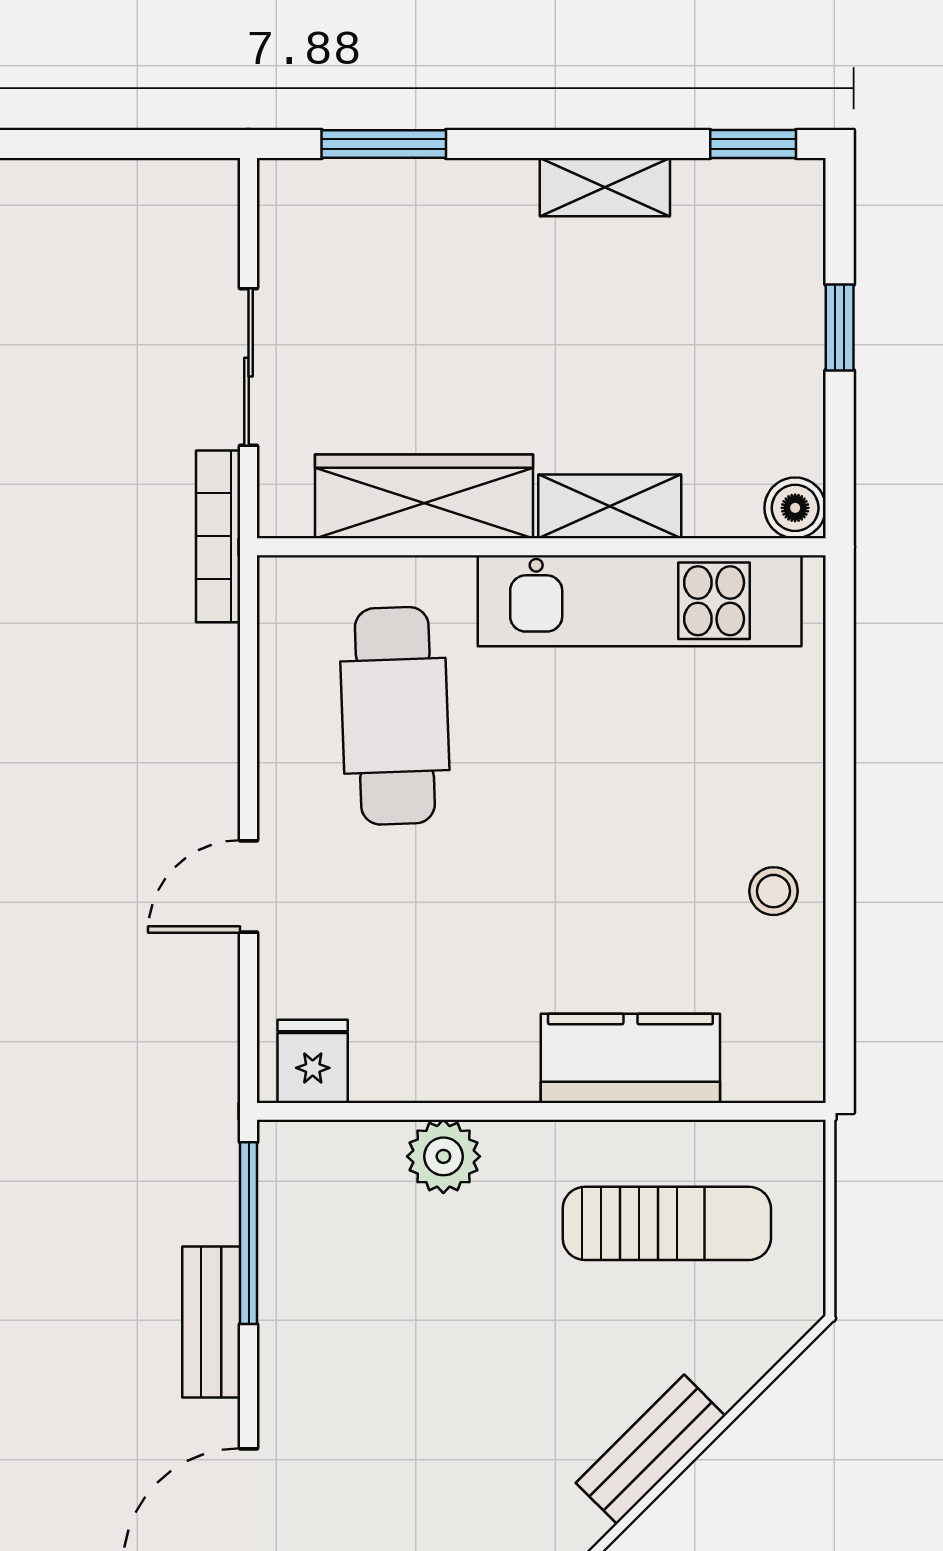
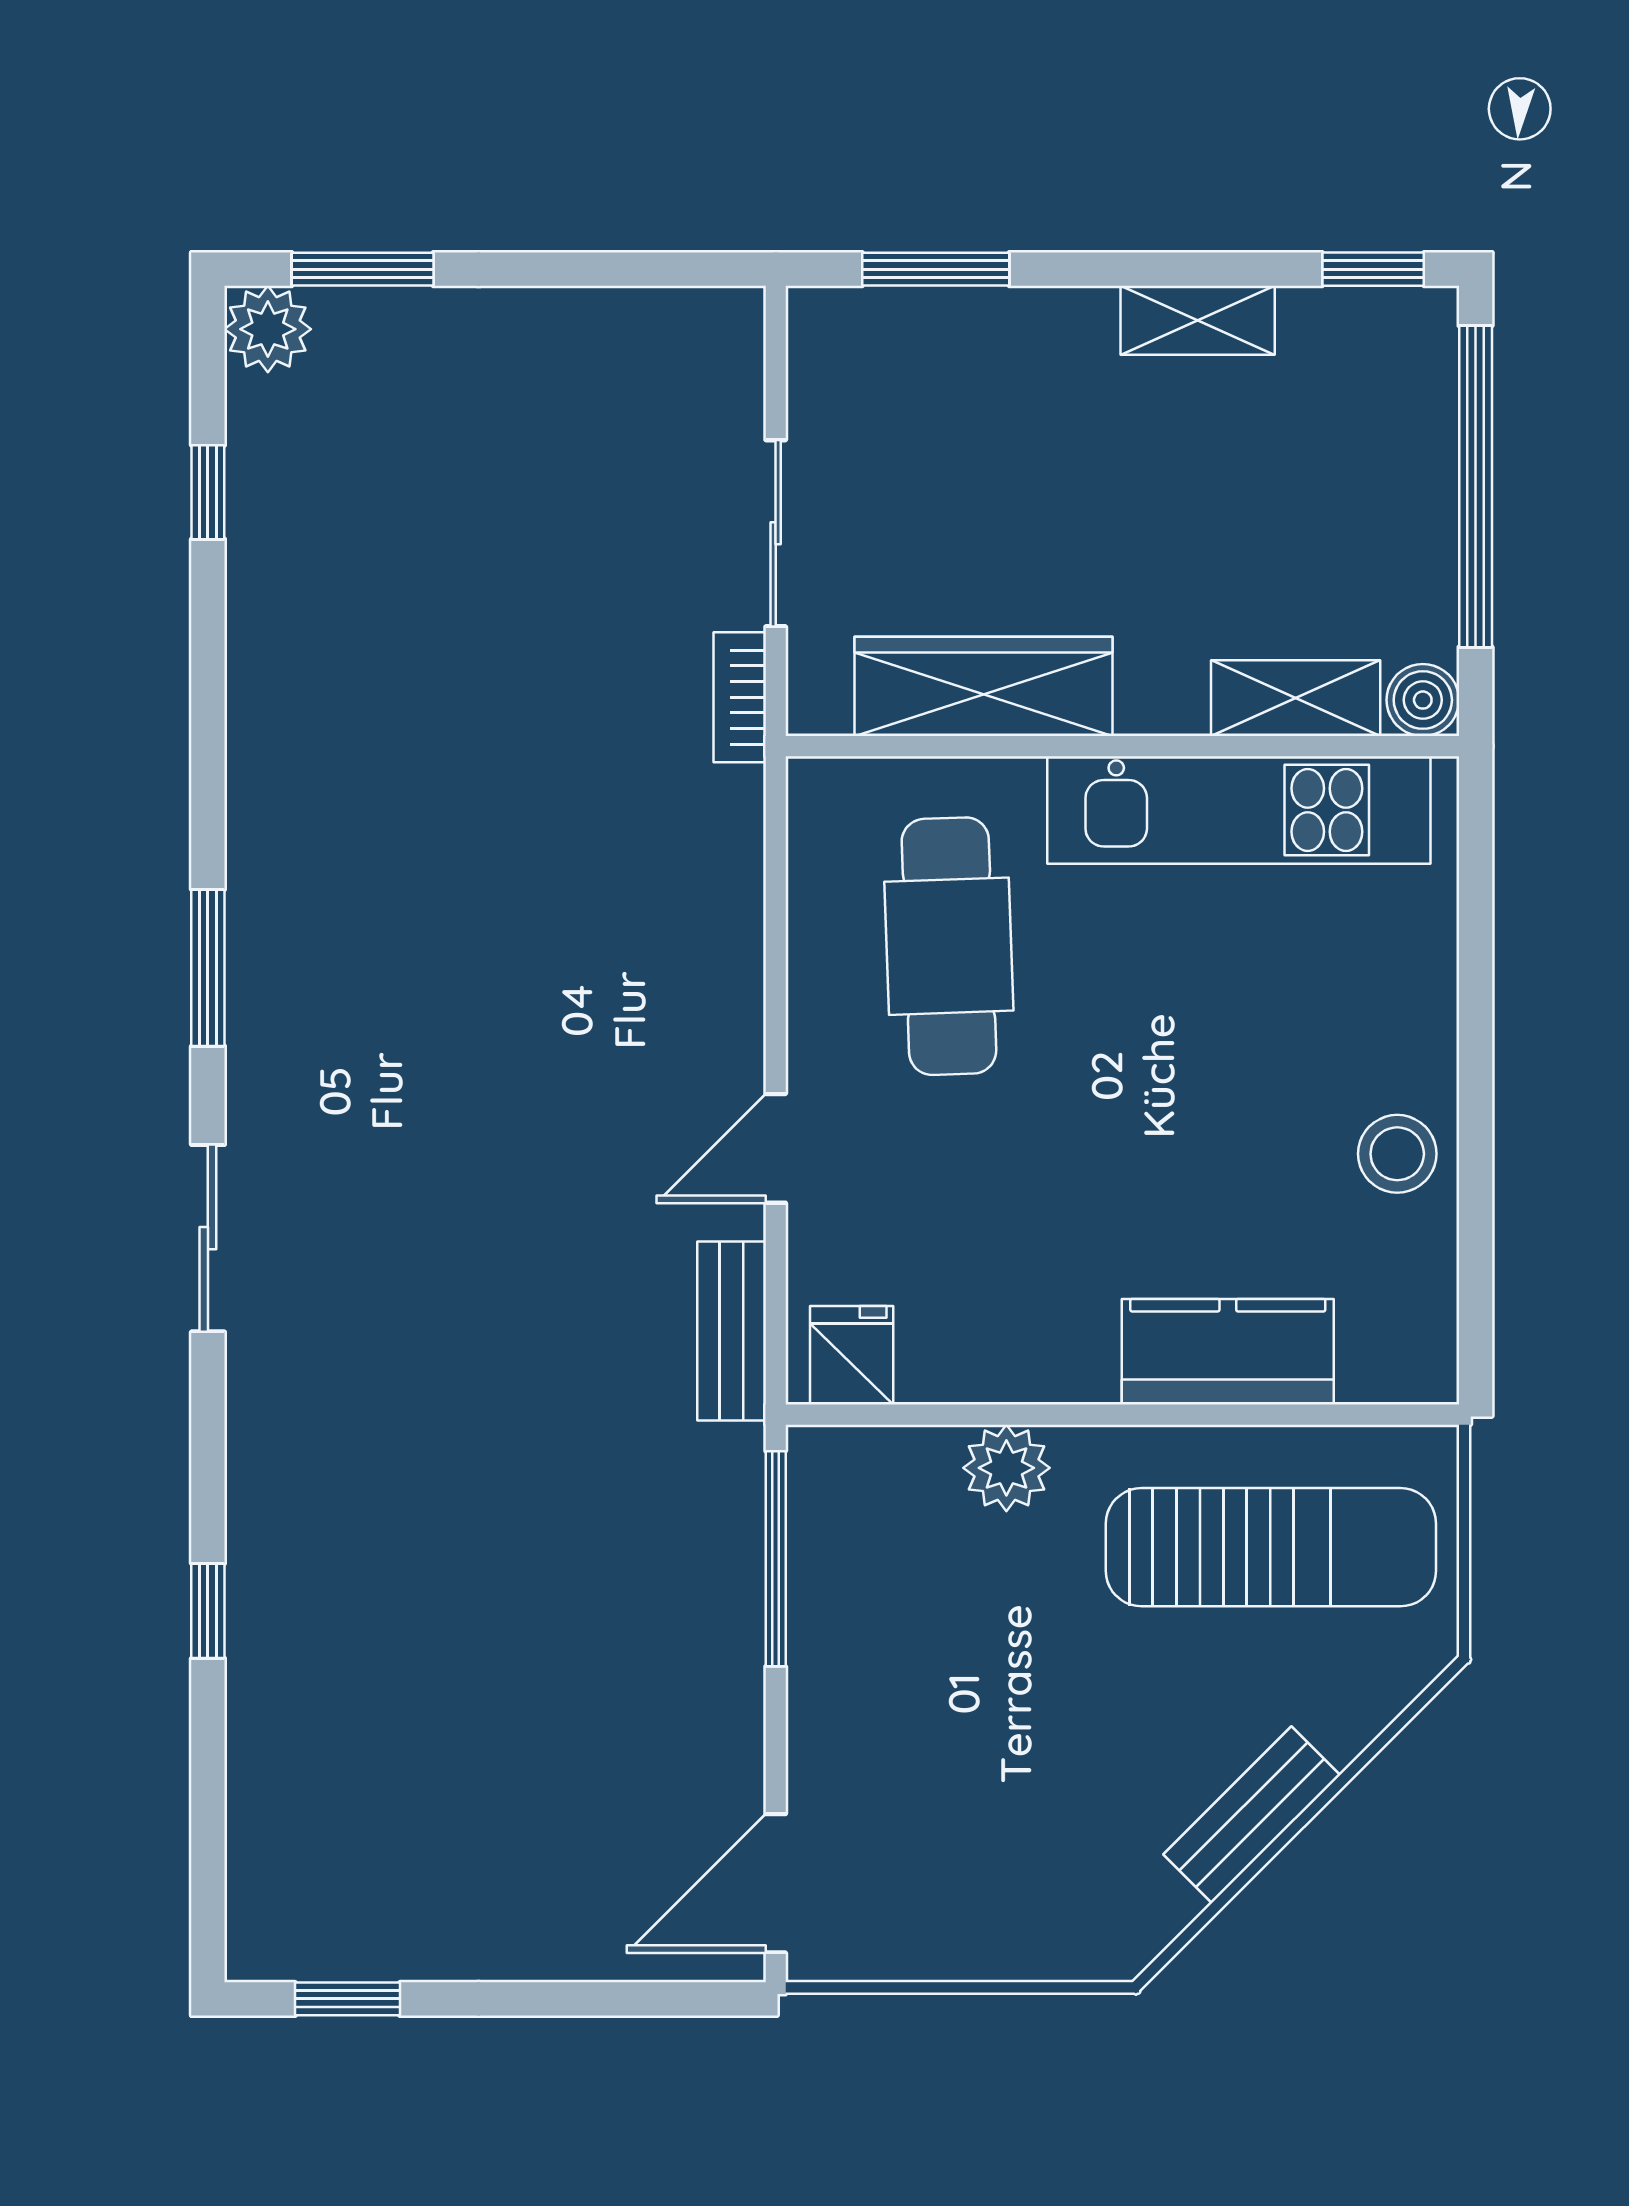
window: (840, 327) -> (1476, 486), width x3.17
shelving: (610, 506) -> (1296, 698), moved
bookcase: (218, 536) -> (740, 697), width x0.64
stool: (773, 891) -> (1397, 1154), width x1.37, depth x1.37
sun lounger: (667, 1223) -> (1271, 1547), width x1.36, depth x1.34
bench: (211, 1322) -> (732, 1331), moved

